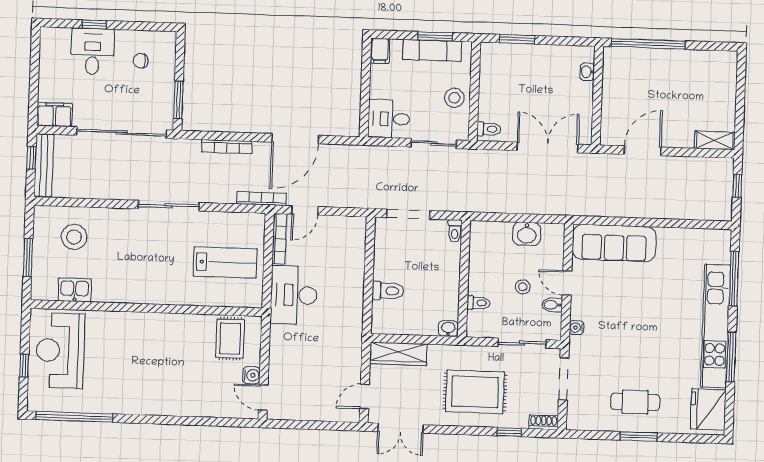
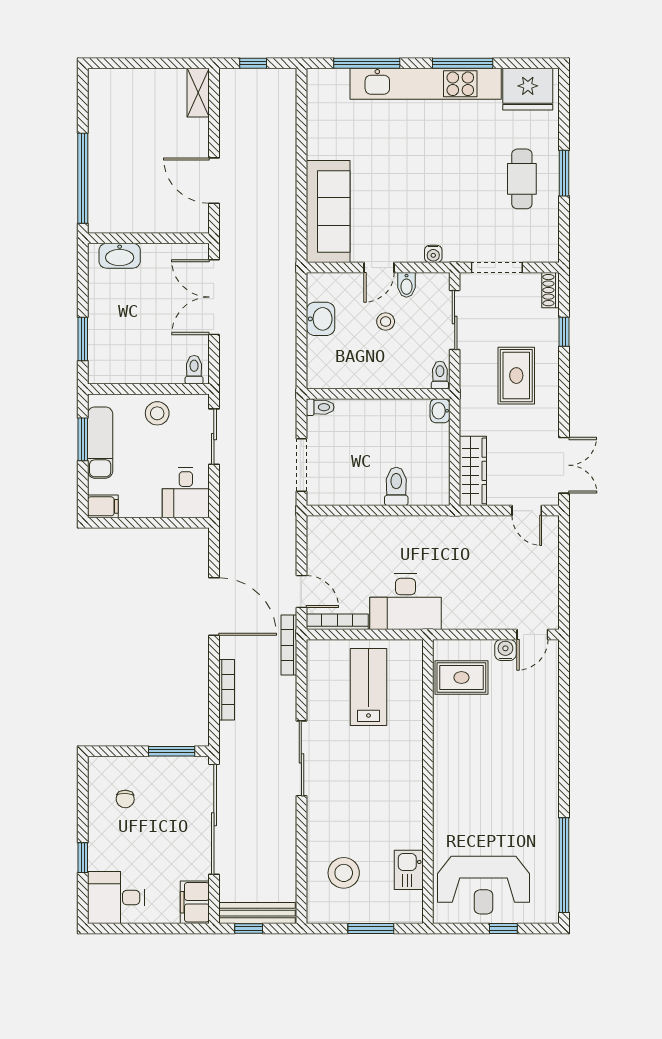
desk: (93, 51) -> (116, 898), moved
washbasin: (587, 72) -> (120, 256), width x1.91, depth x1.45
toilet: (478, 303) -> (440, 375), moved
rug: (475, 392) -> (516, 376), width x0.73, depth x0.70

